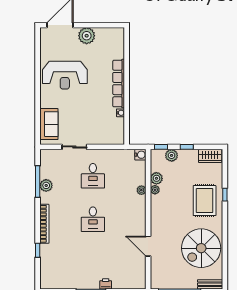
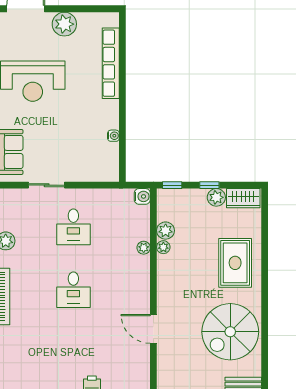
row of seats: (119, 84) -> (111, 63), moved
plant: (172, 155) -> (216, 197), moved
window: (225, 195) -> (265, 254), removed

